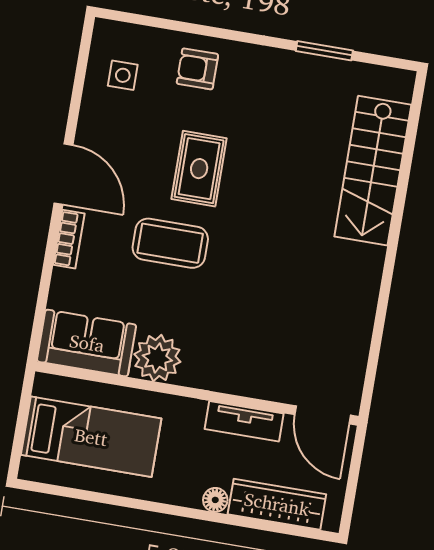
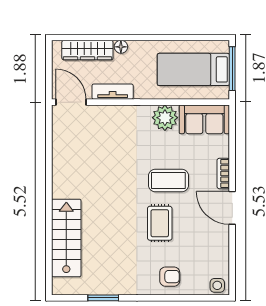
side table: (123, 75) -> (217, 285), moved
window: (21, 426) -> (232, 69), added

